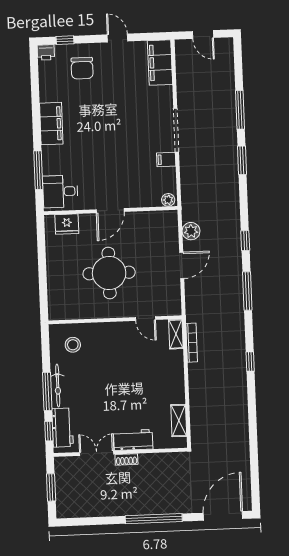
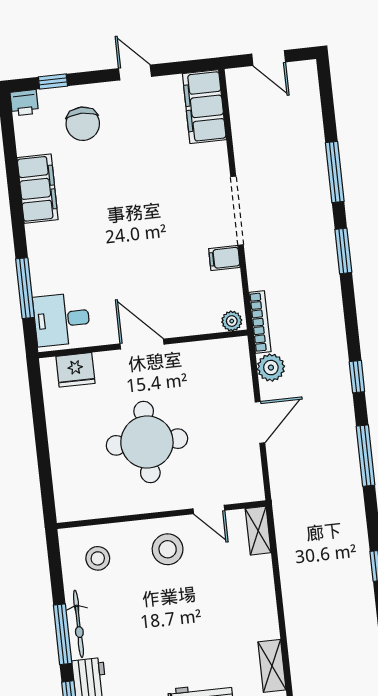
filing cabinet: (51, 124) -> (38, 189), moved
door: (110, 211) -> (142, 344), swing flipped
stool: (118, 342) -> (168, 549), added
bookcase: (192, 343) -> (260, 322), moved

